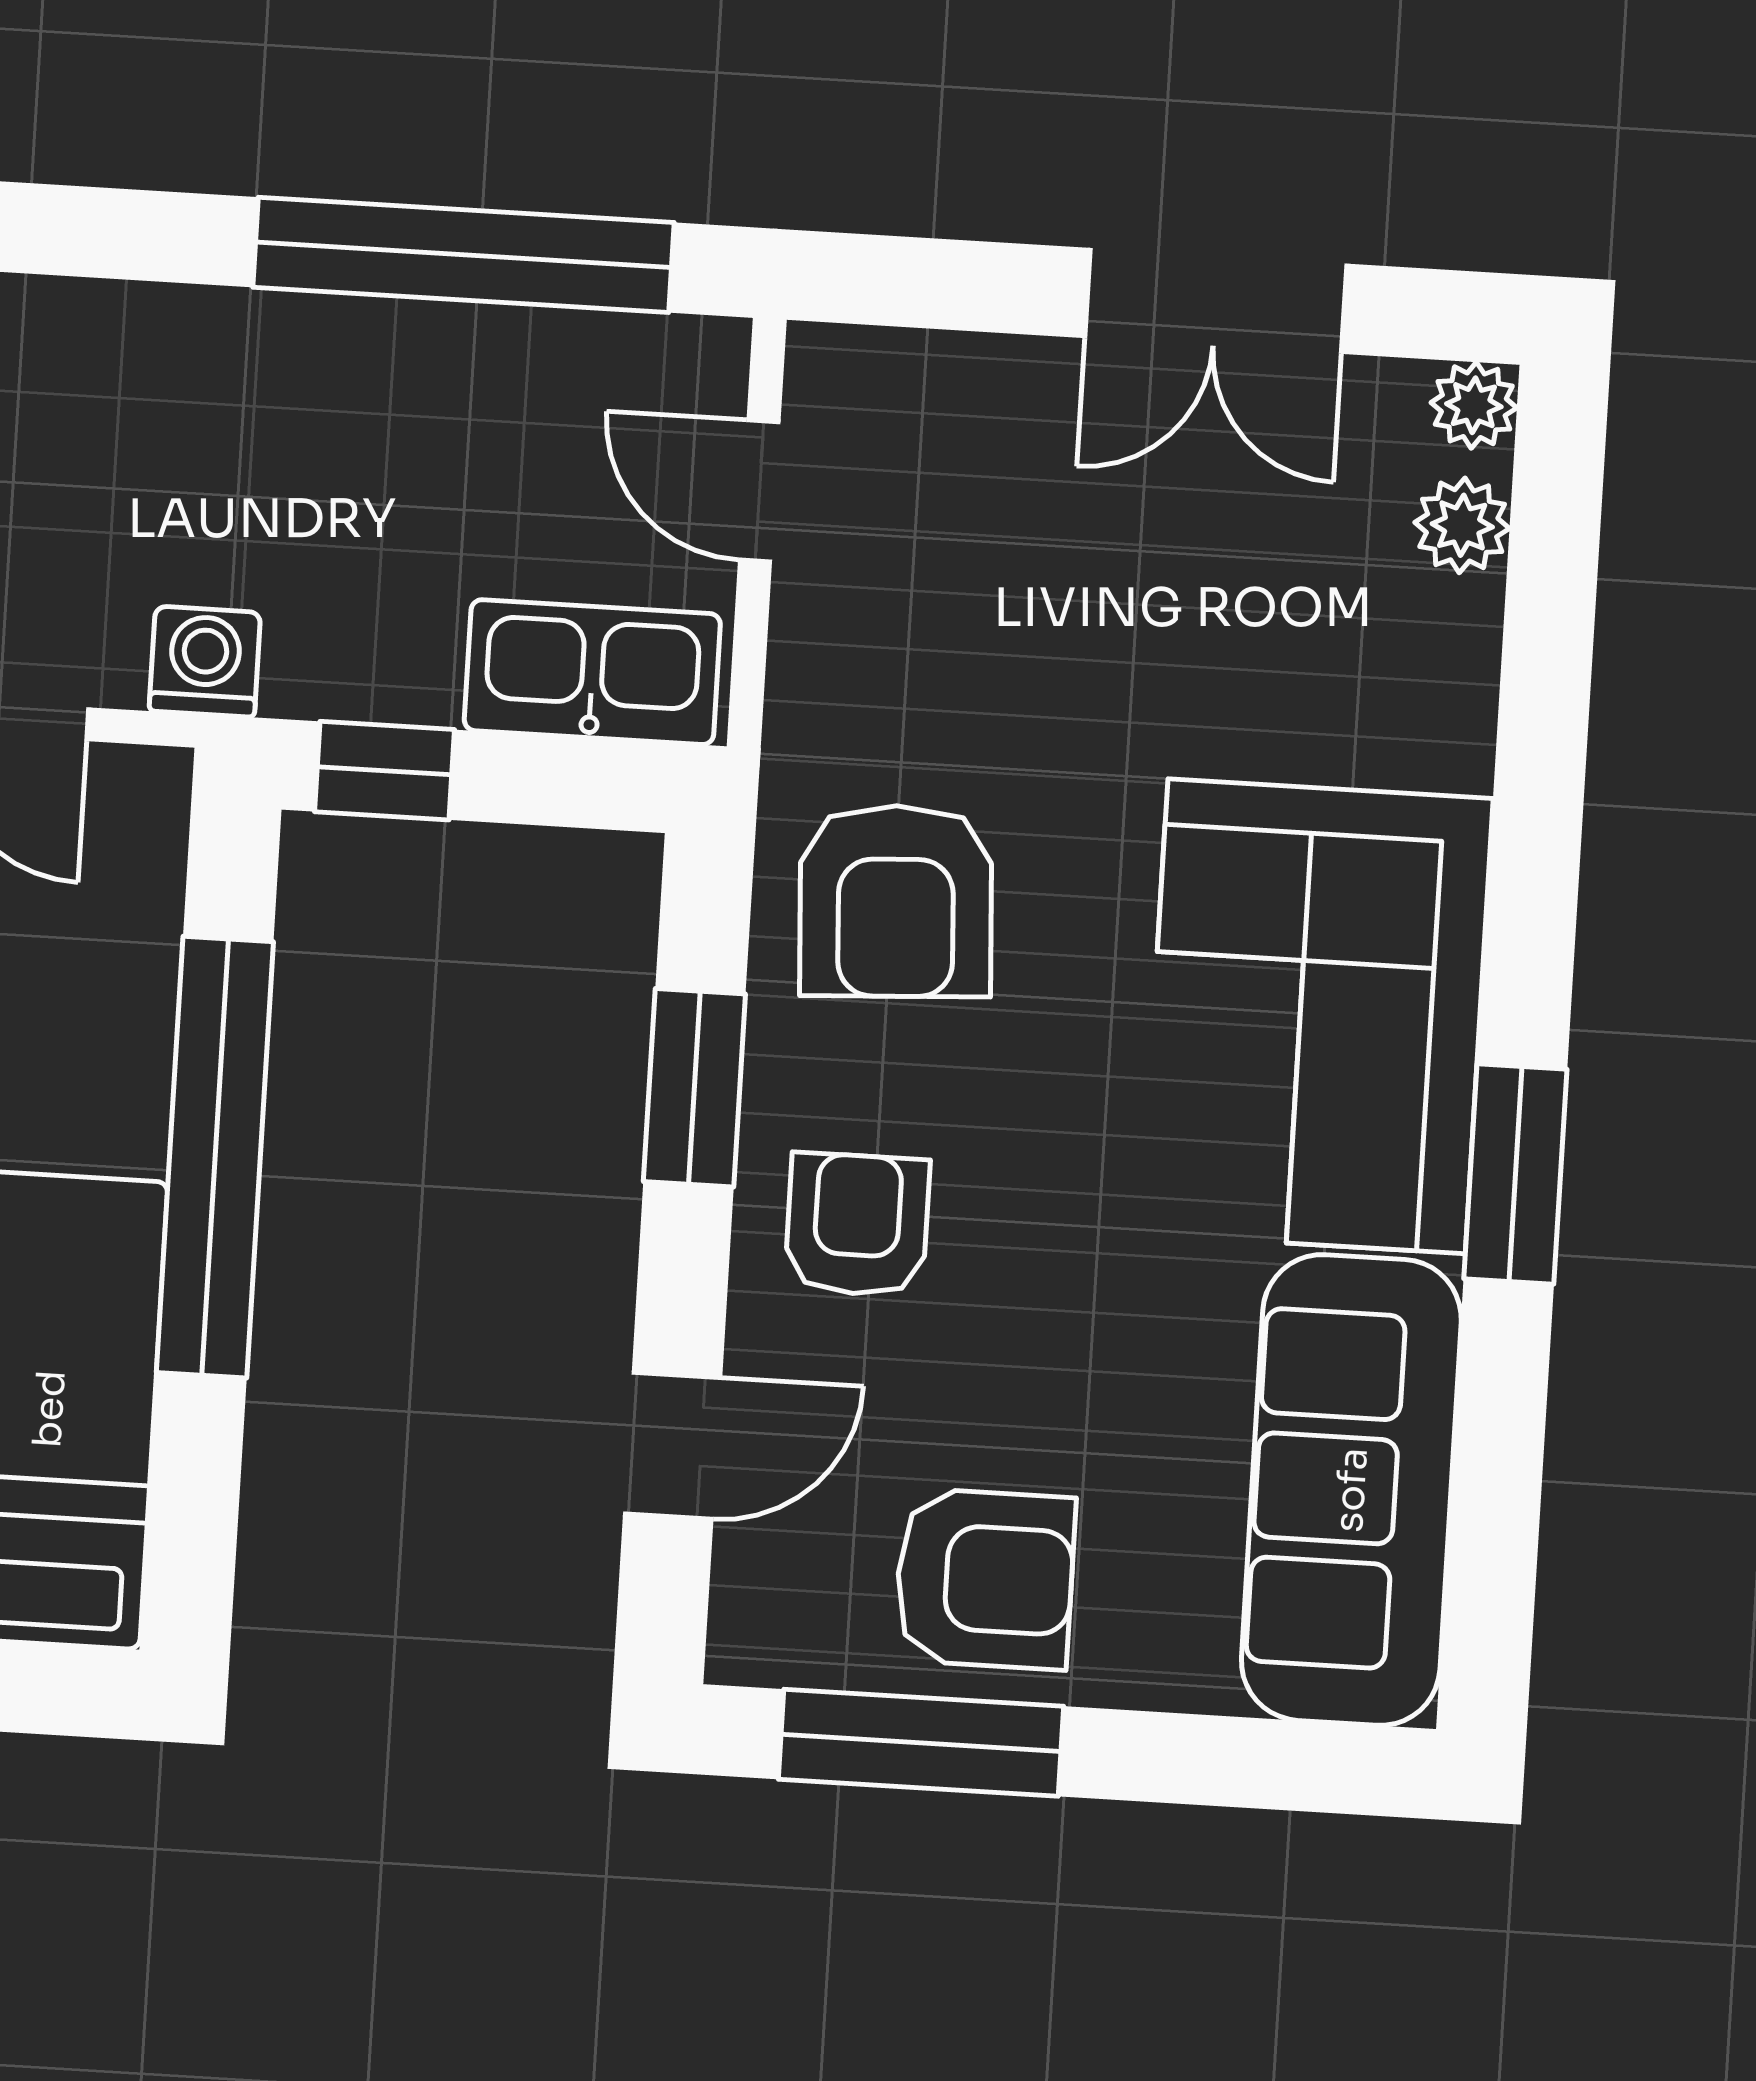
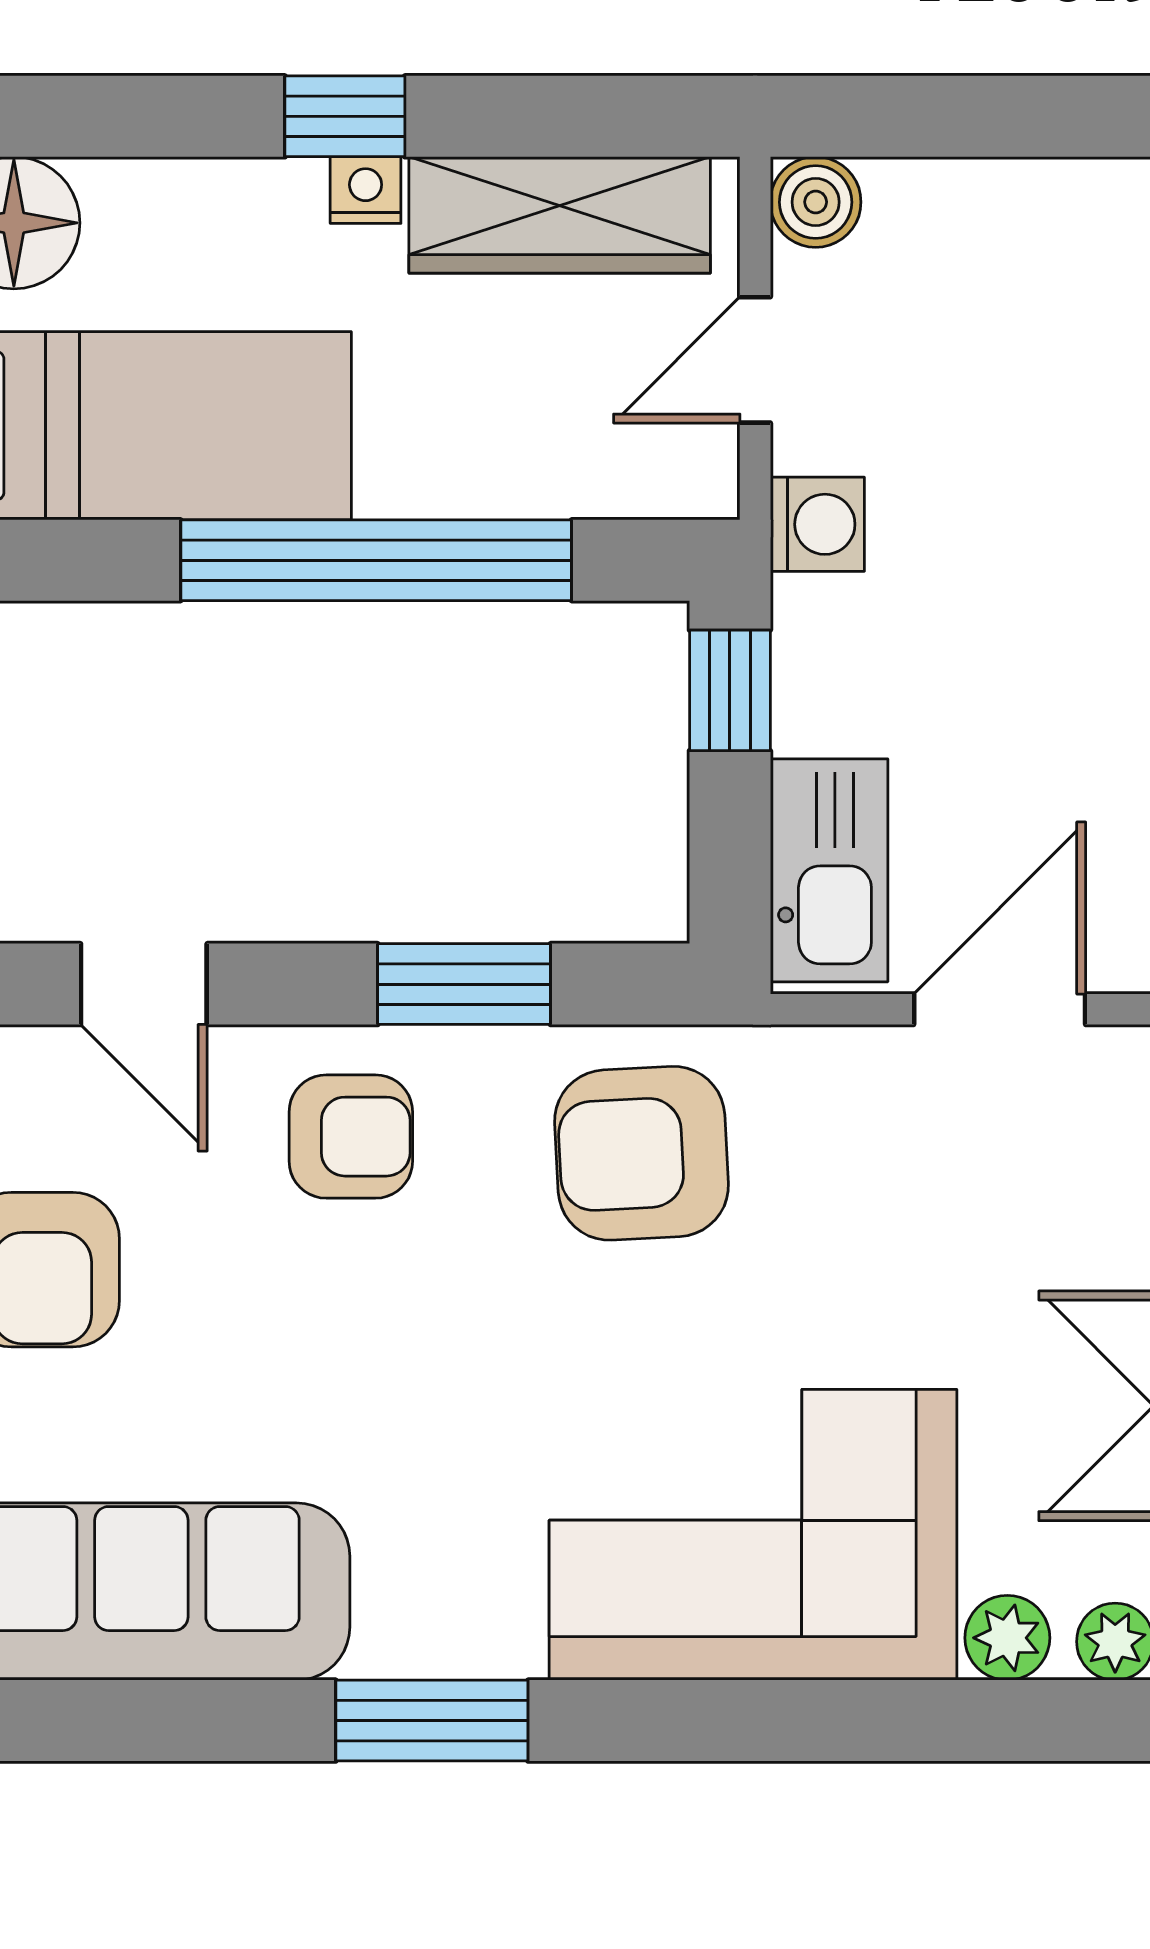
door: (759, 491) -> (1000, 1009), width x1.38
corner sofa: (1317, 1016) -> (753, 1535), moved

